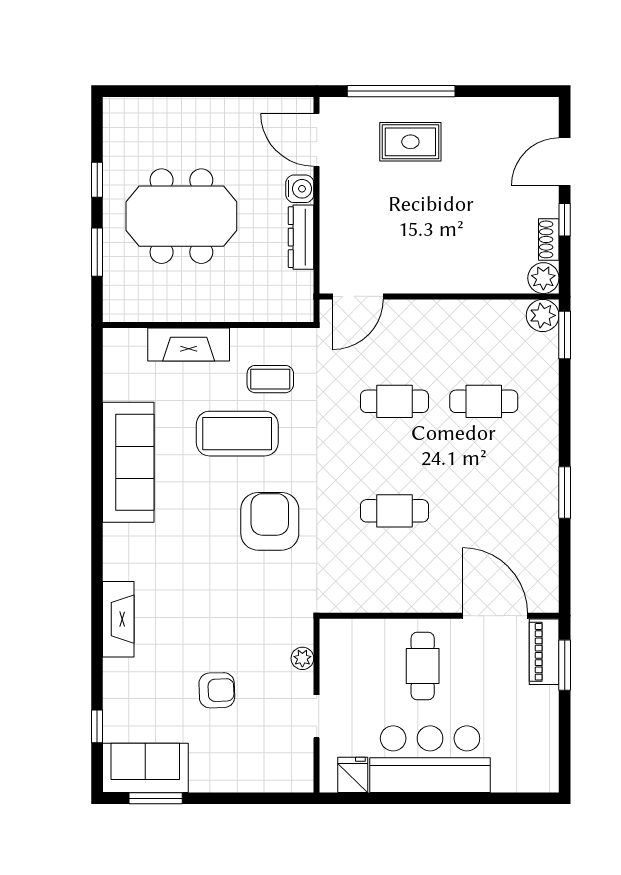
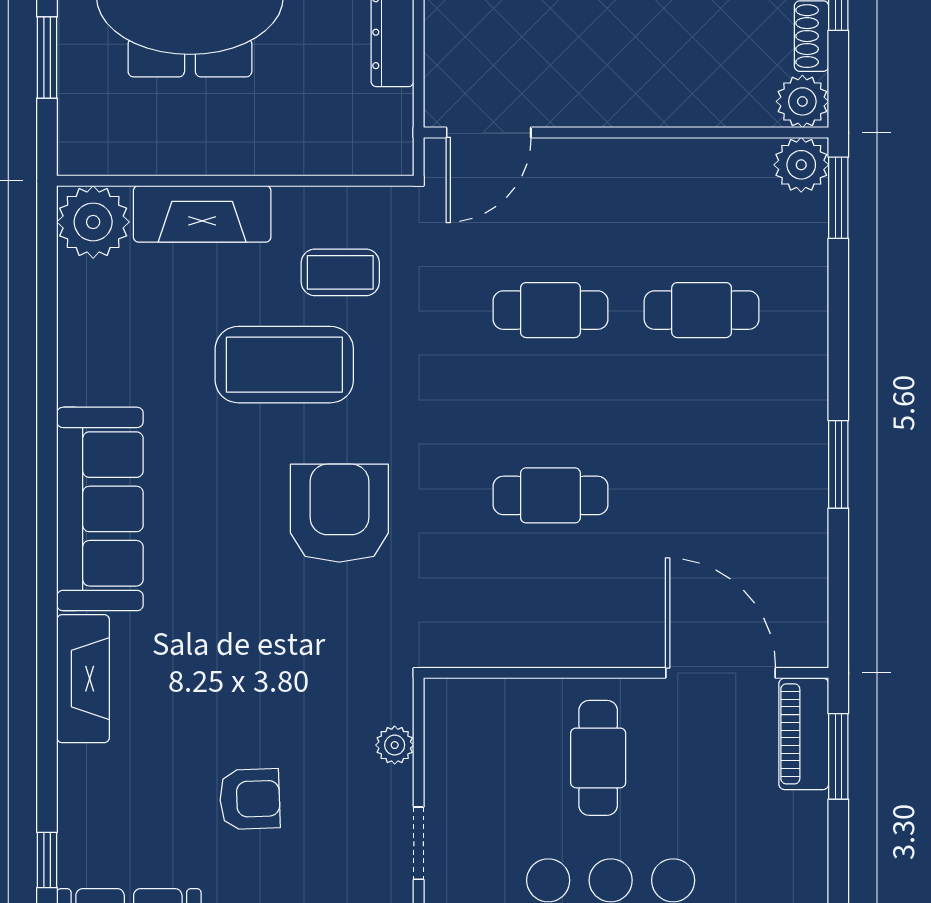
plant: (124, 349) -> (93, 222), added
sofa: (128, 462) -> (100, 509), moved

